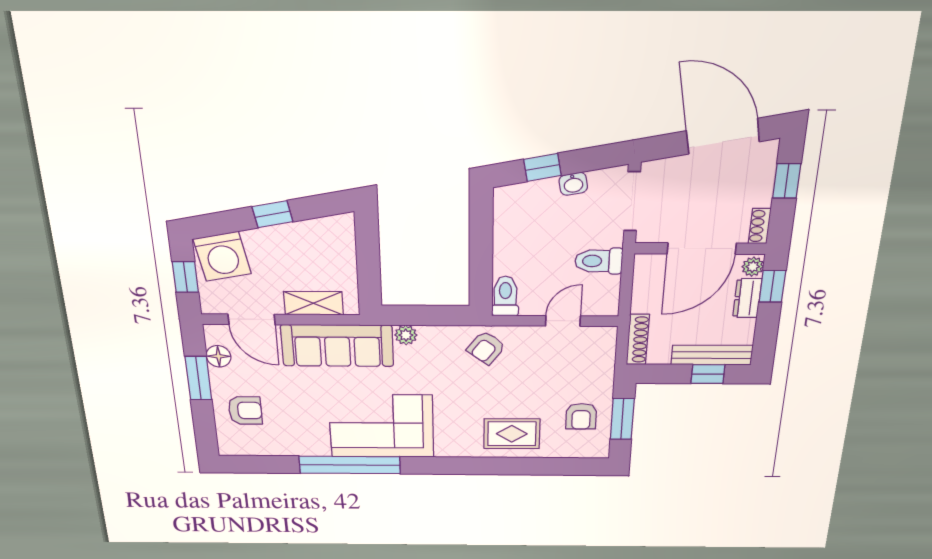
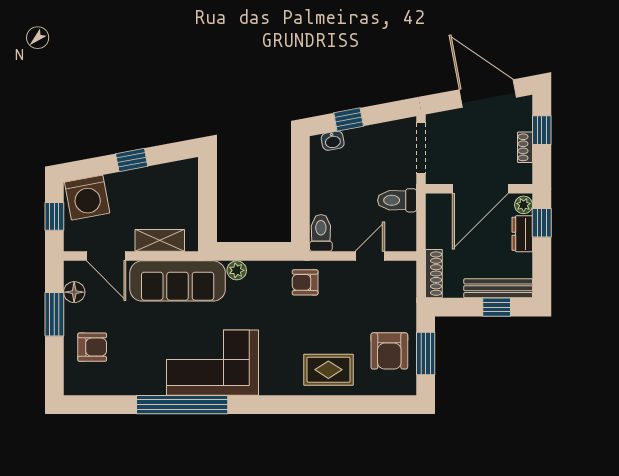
washbasin: (573, 184) -> (333, 141), moved
shoe rack: (760, 226) -> (525, 147), moved
armchair: (486, 348) -> (305, 282), turned 53
armchair: (581, 416) -> (389, 351), width x1.38, depth x1.38

